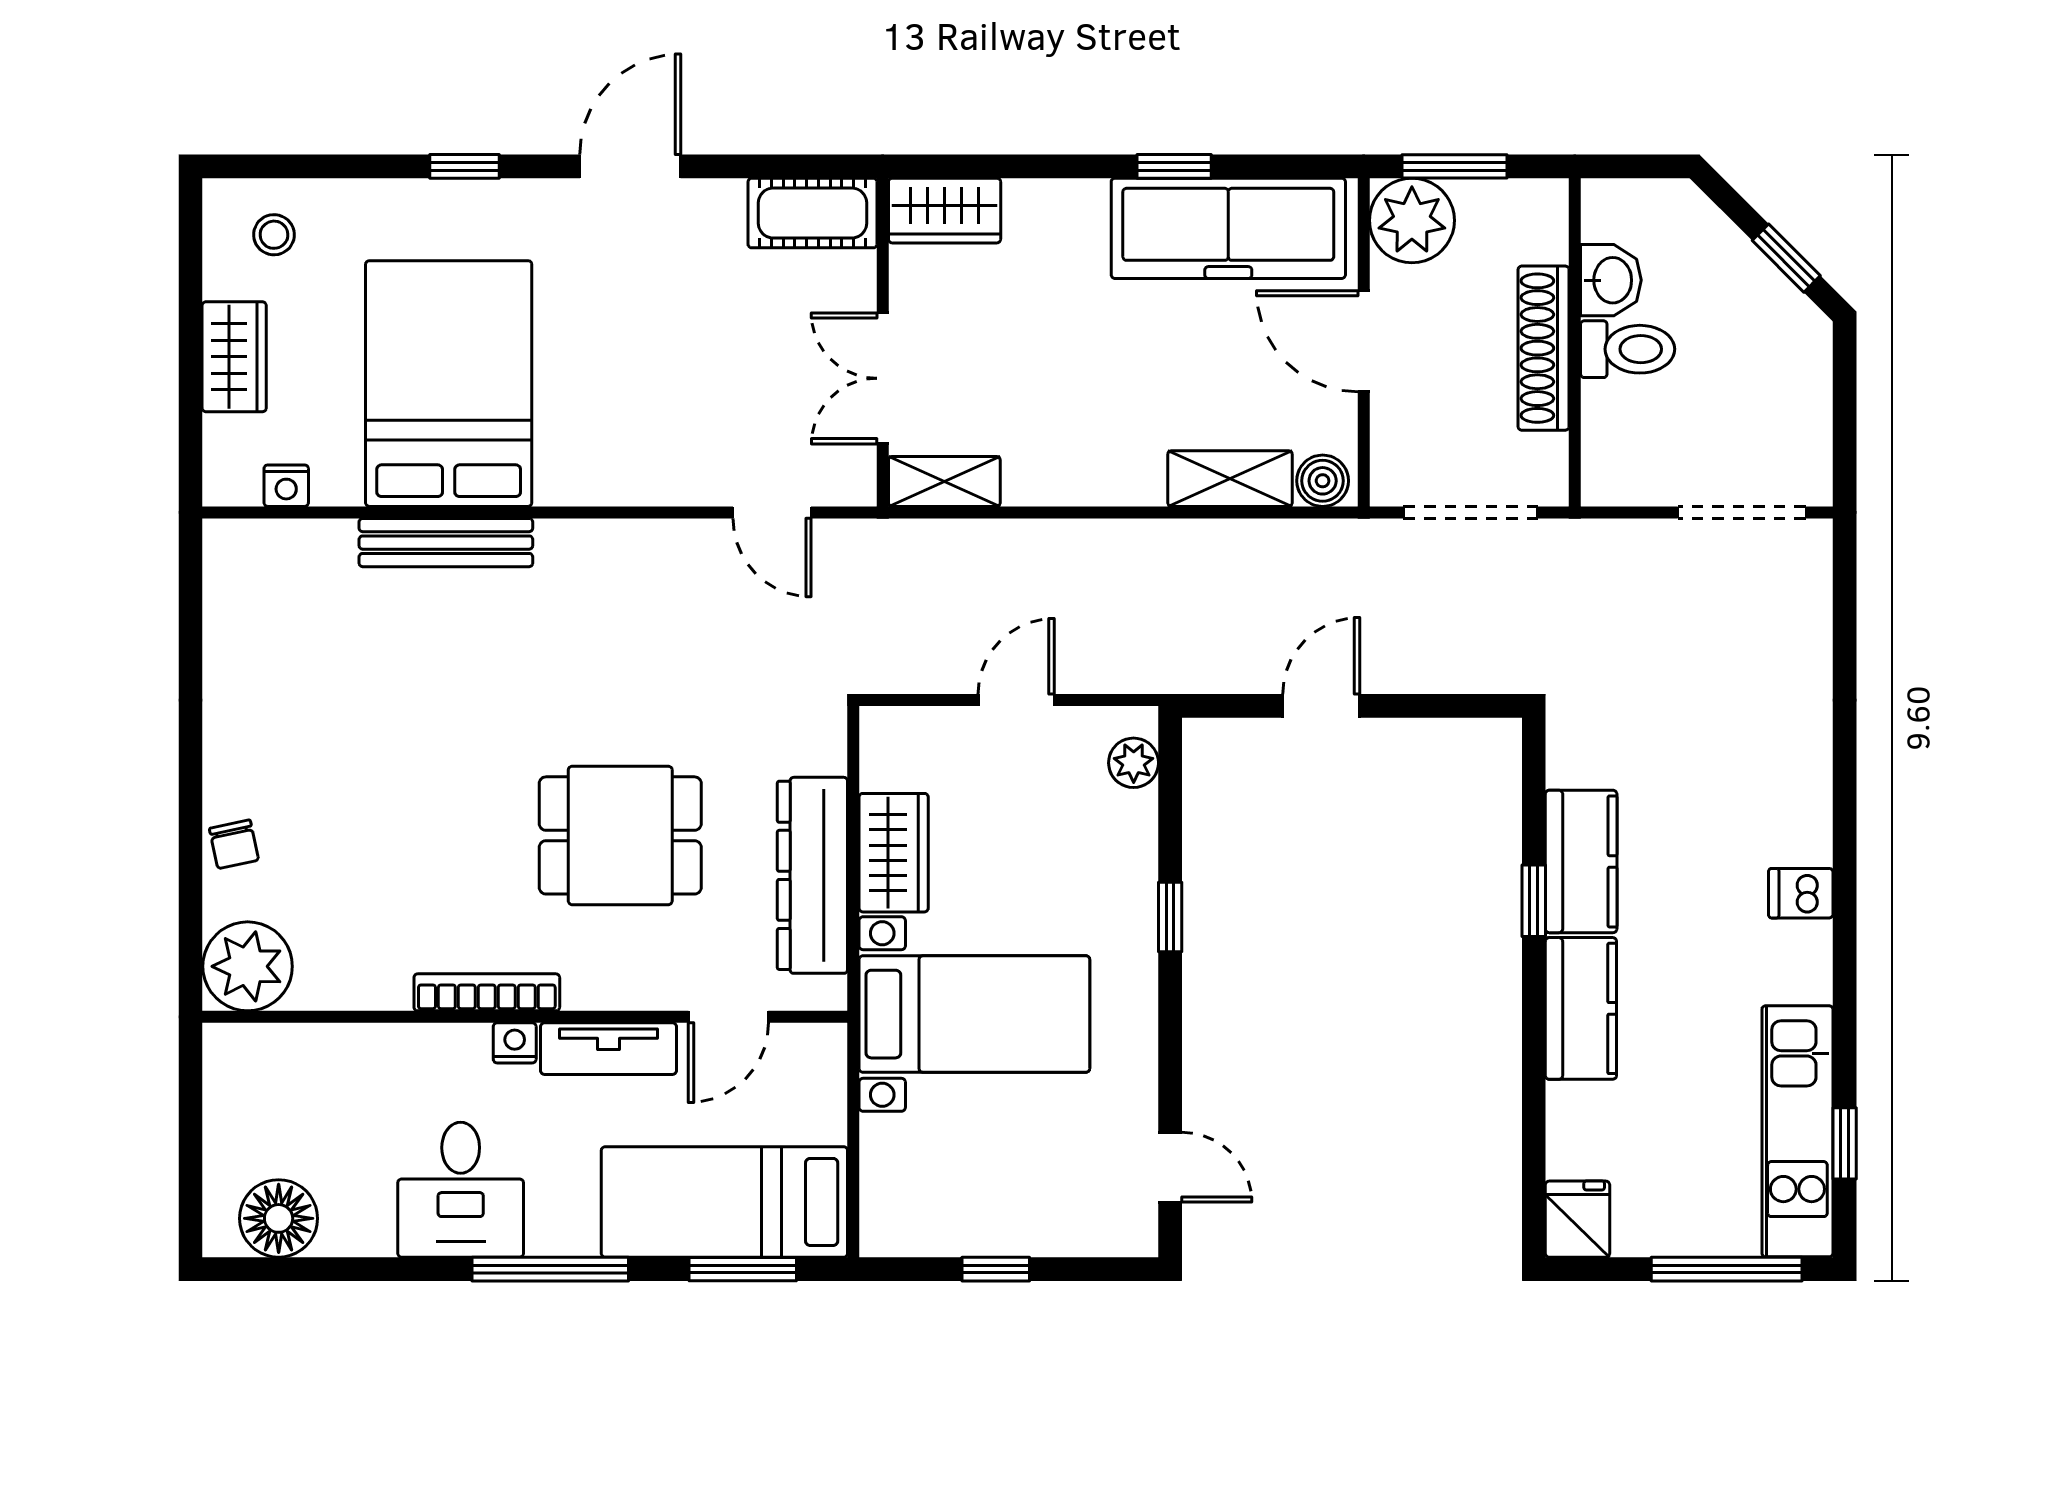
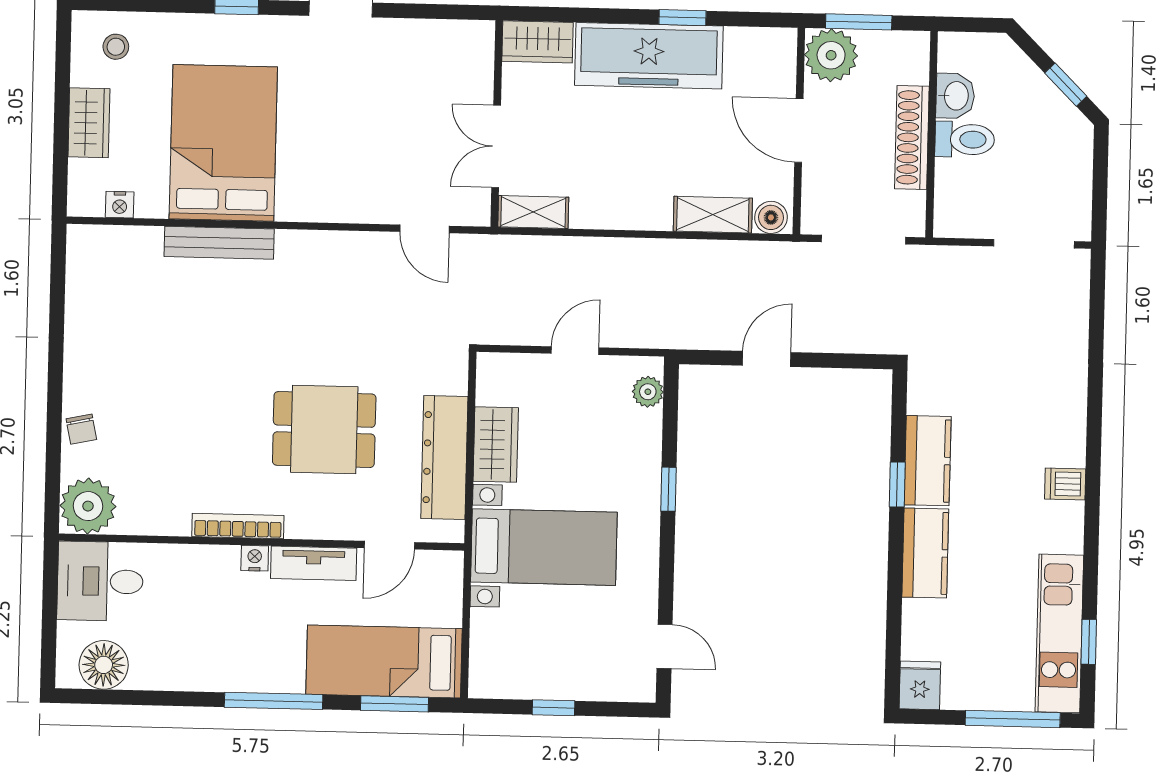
cot: (812, 213) -> (455, 41), removed
freezer: (1228, 228) -> (649, 56), moved
desk: (461, 1190) -> (100, 581), moved, turned 90

